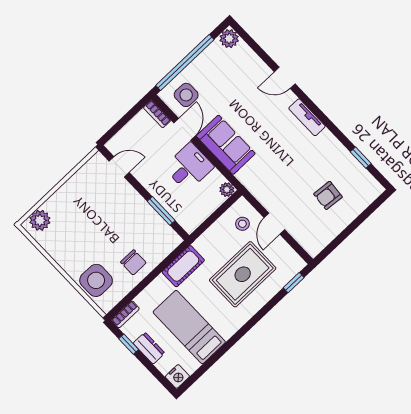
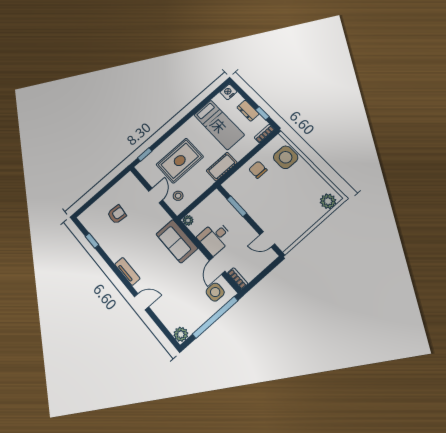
sofa: (226, 145) -> (177, 241), moved

